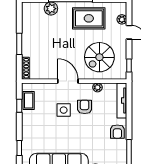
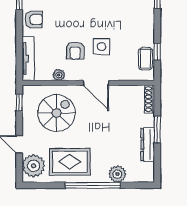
plant: (122, 19) -> (33, 166), width x1.87, depth x1.87
dresser: (27, 32) -> (148, 145), added
armchair: (117, 132) -> (34, 19), turned 90

